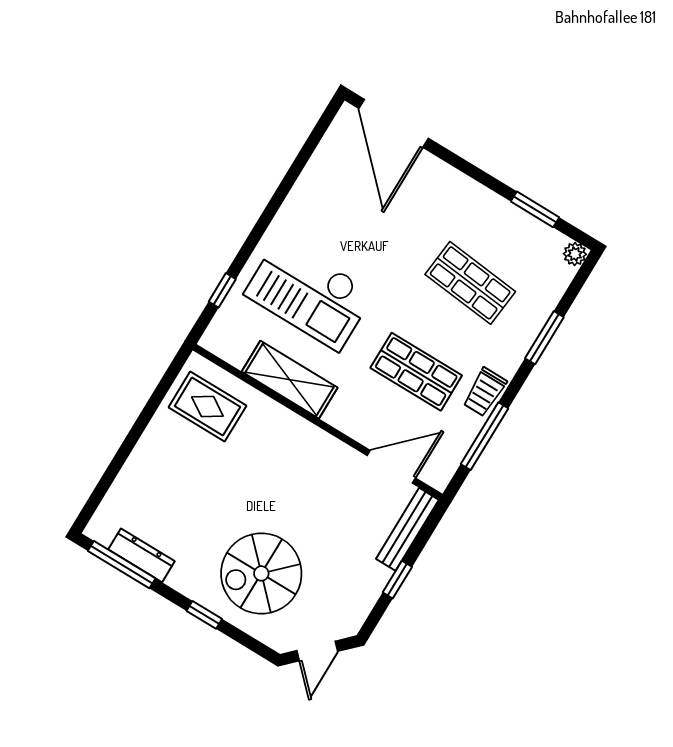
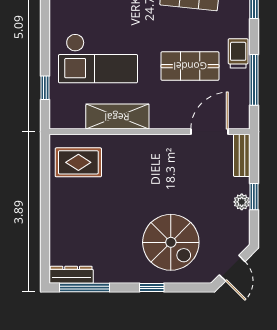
trolley: (485, 392) -> (238, 53), turned 180
bench: (407, 529) -> (242, 155), width x0.73
dresser: (141, 555) -> (71, 275), moved
spiral stairs: (261, 573) -> (171, 242), turned -90
plant: (378, 577) -> (242, 202), added

